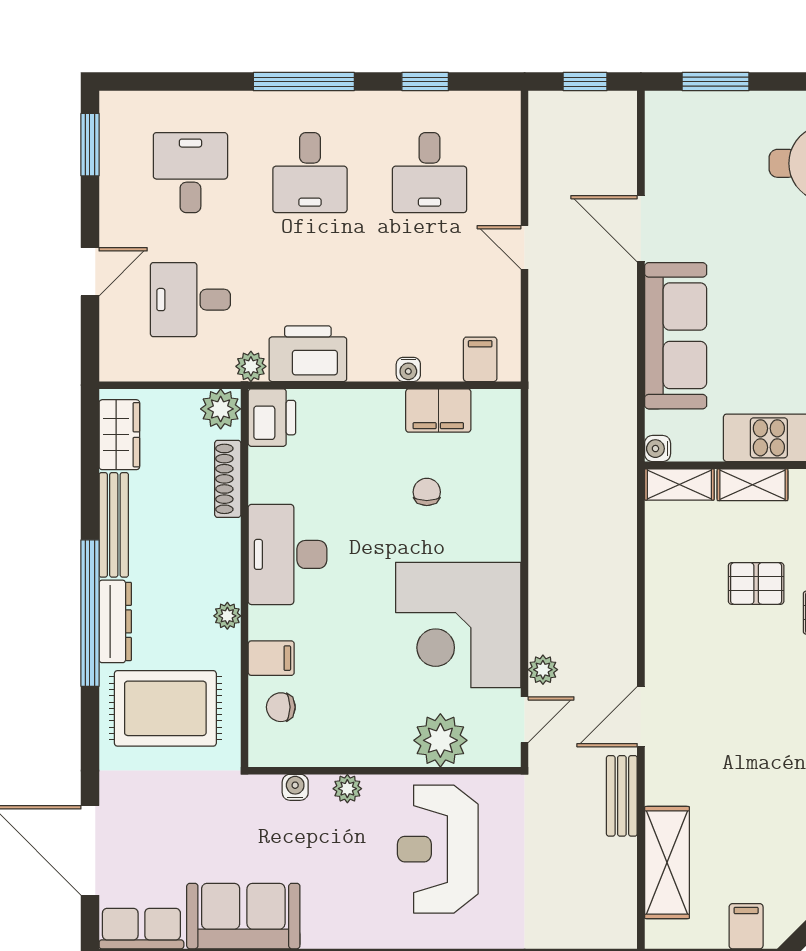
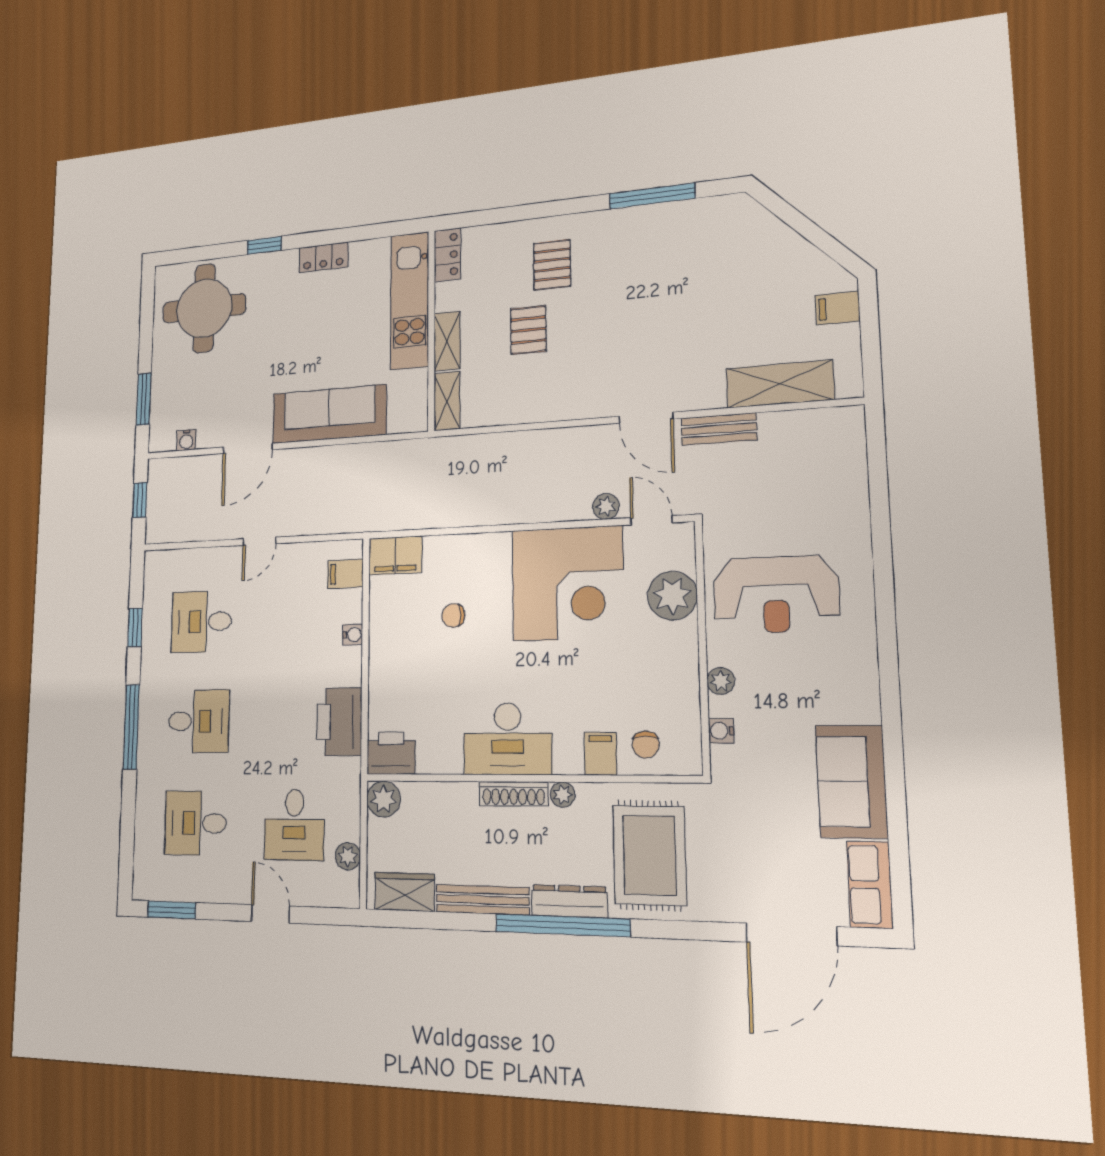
desk: (430, 173) -> (201, 622), turned 180
plant: (251, 366) -> (348, 856), moved
filing cabinet: (438, 411) -> (395, 555), moved, turned 90
water cooler: (658, 449) -> (186, 440), moved
shoe rack: (228, 479) -> (514, 794), moved

